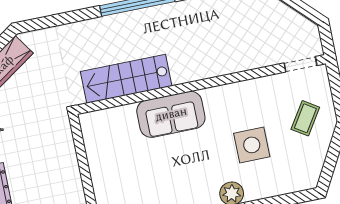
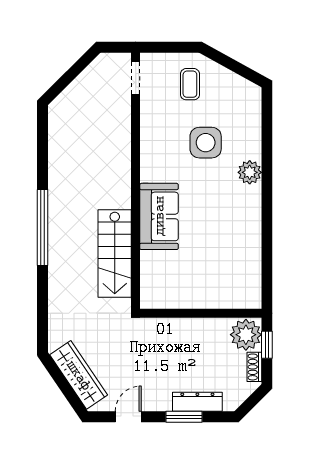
coffee table: (305, 118) -> (190, 84), turned 57

